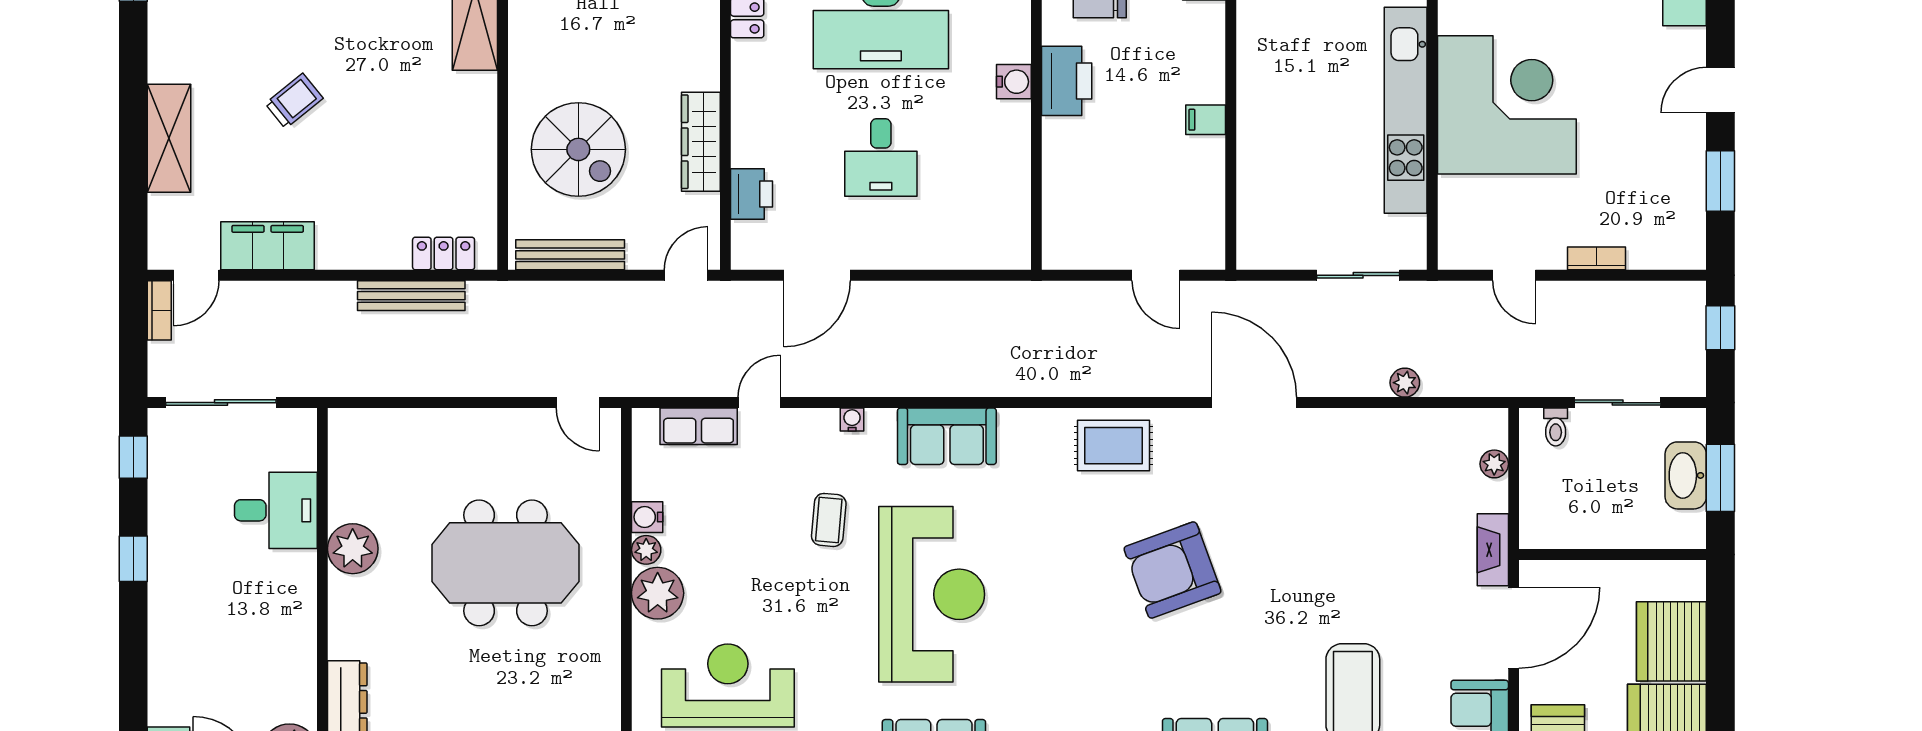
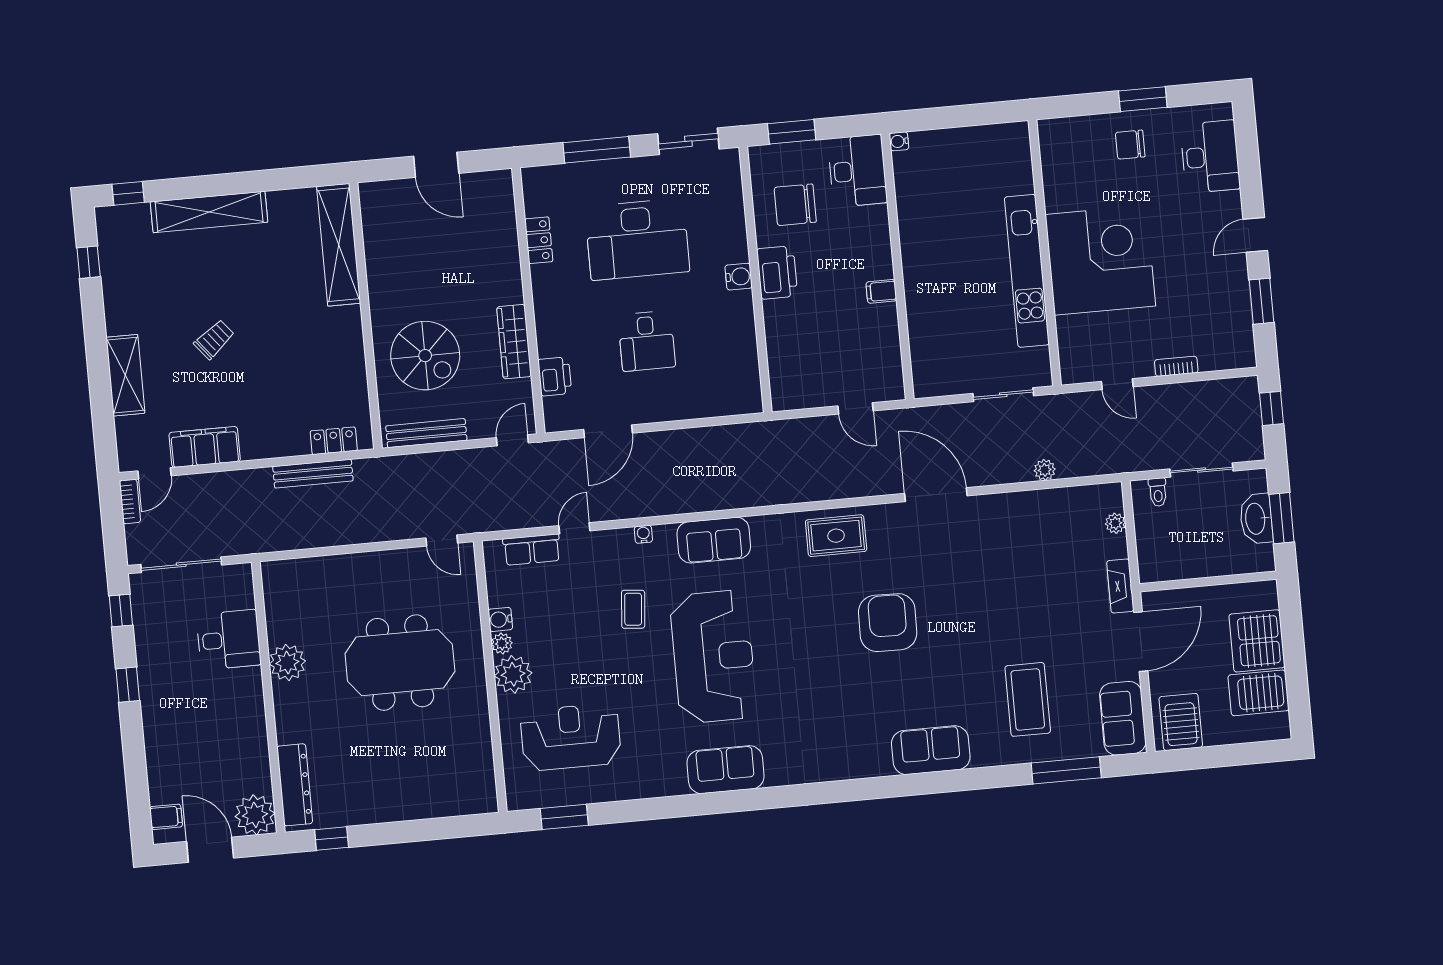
armchair: (1172, 570) -> (888, 623), turned 111

